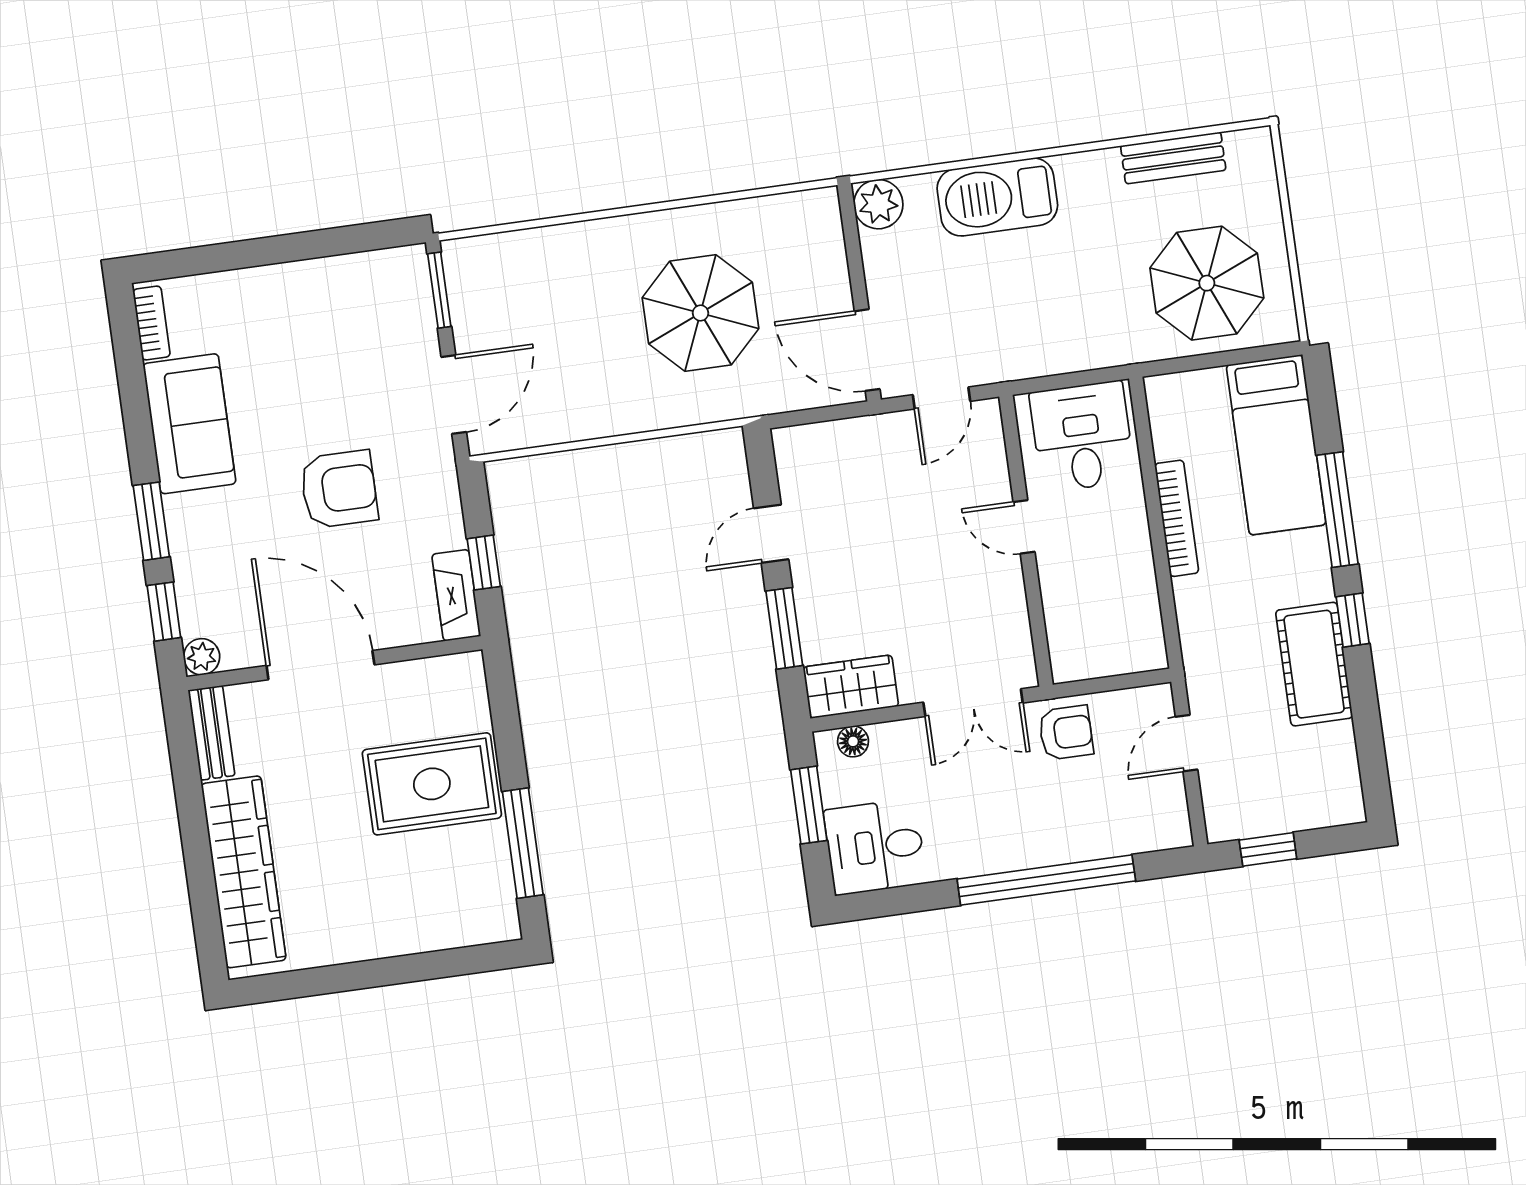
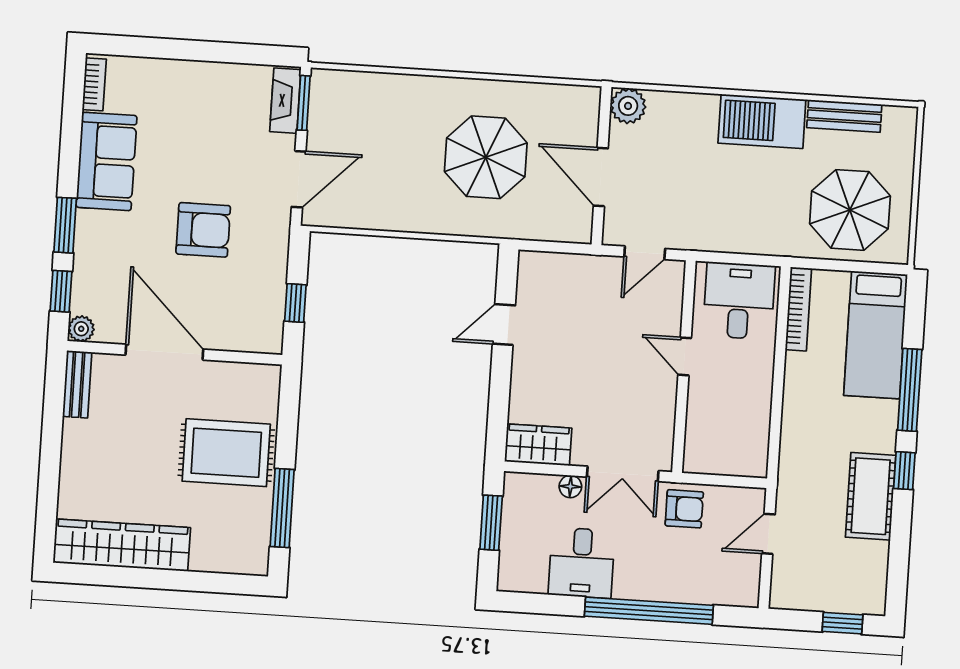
barbecue: (997, 197) -> (762, 121), moved
door: (867, 350) -> (601, 177), moved
bookcase: (1177, 518) -> (798, 309), moved
fireplace: (456, 595) -> (285, 101), moved
window: (784, 628) -> (499, 394), removed
floor lamp: (853, 741) -> (570, 486), moved
desk: (875, 847) -> (582, 563), moved, turned -90
window: (1268, 849) -> (842, 623), moved
wardrobe: (244, 872) -> (122, 545), moved, turned -90

